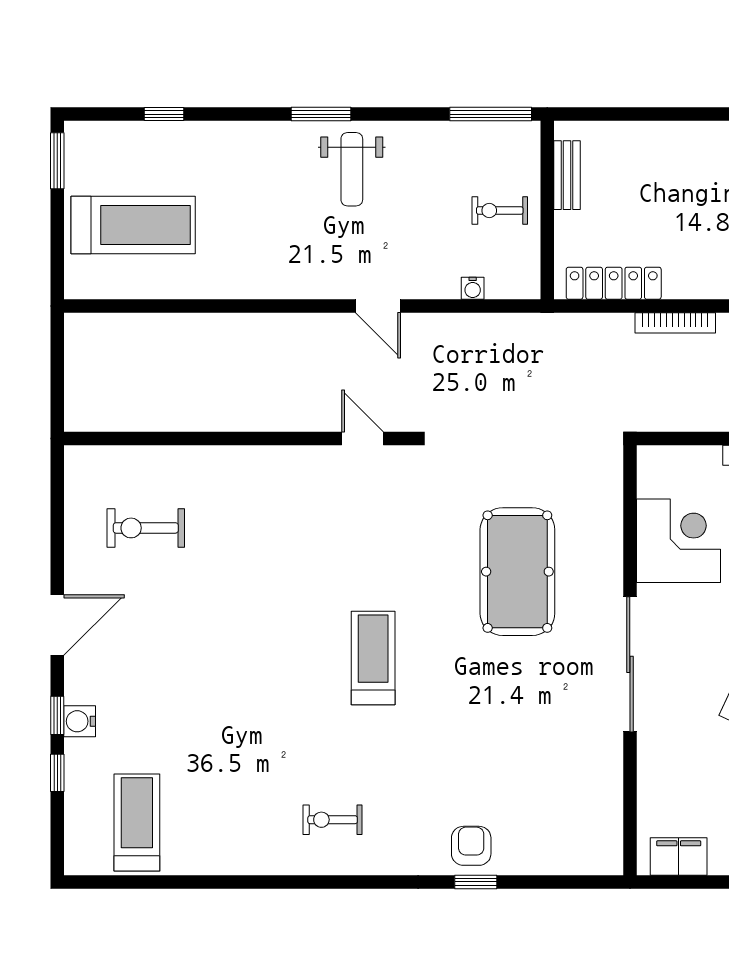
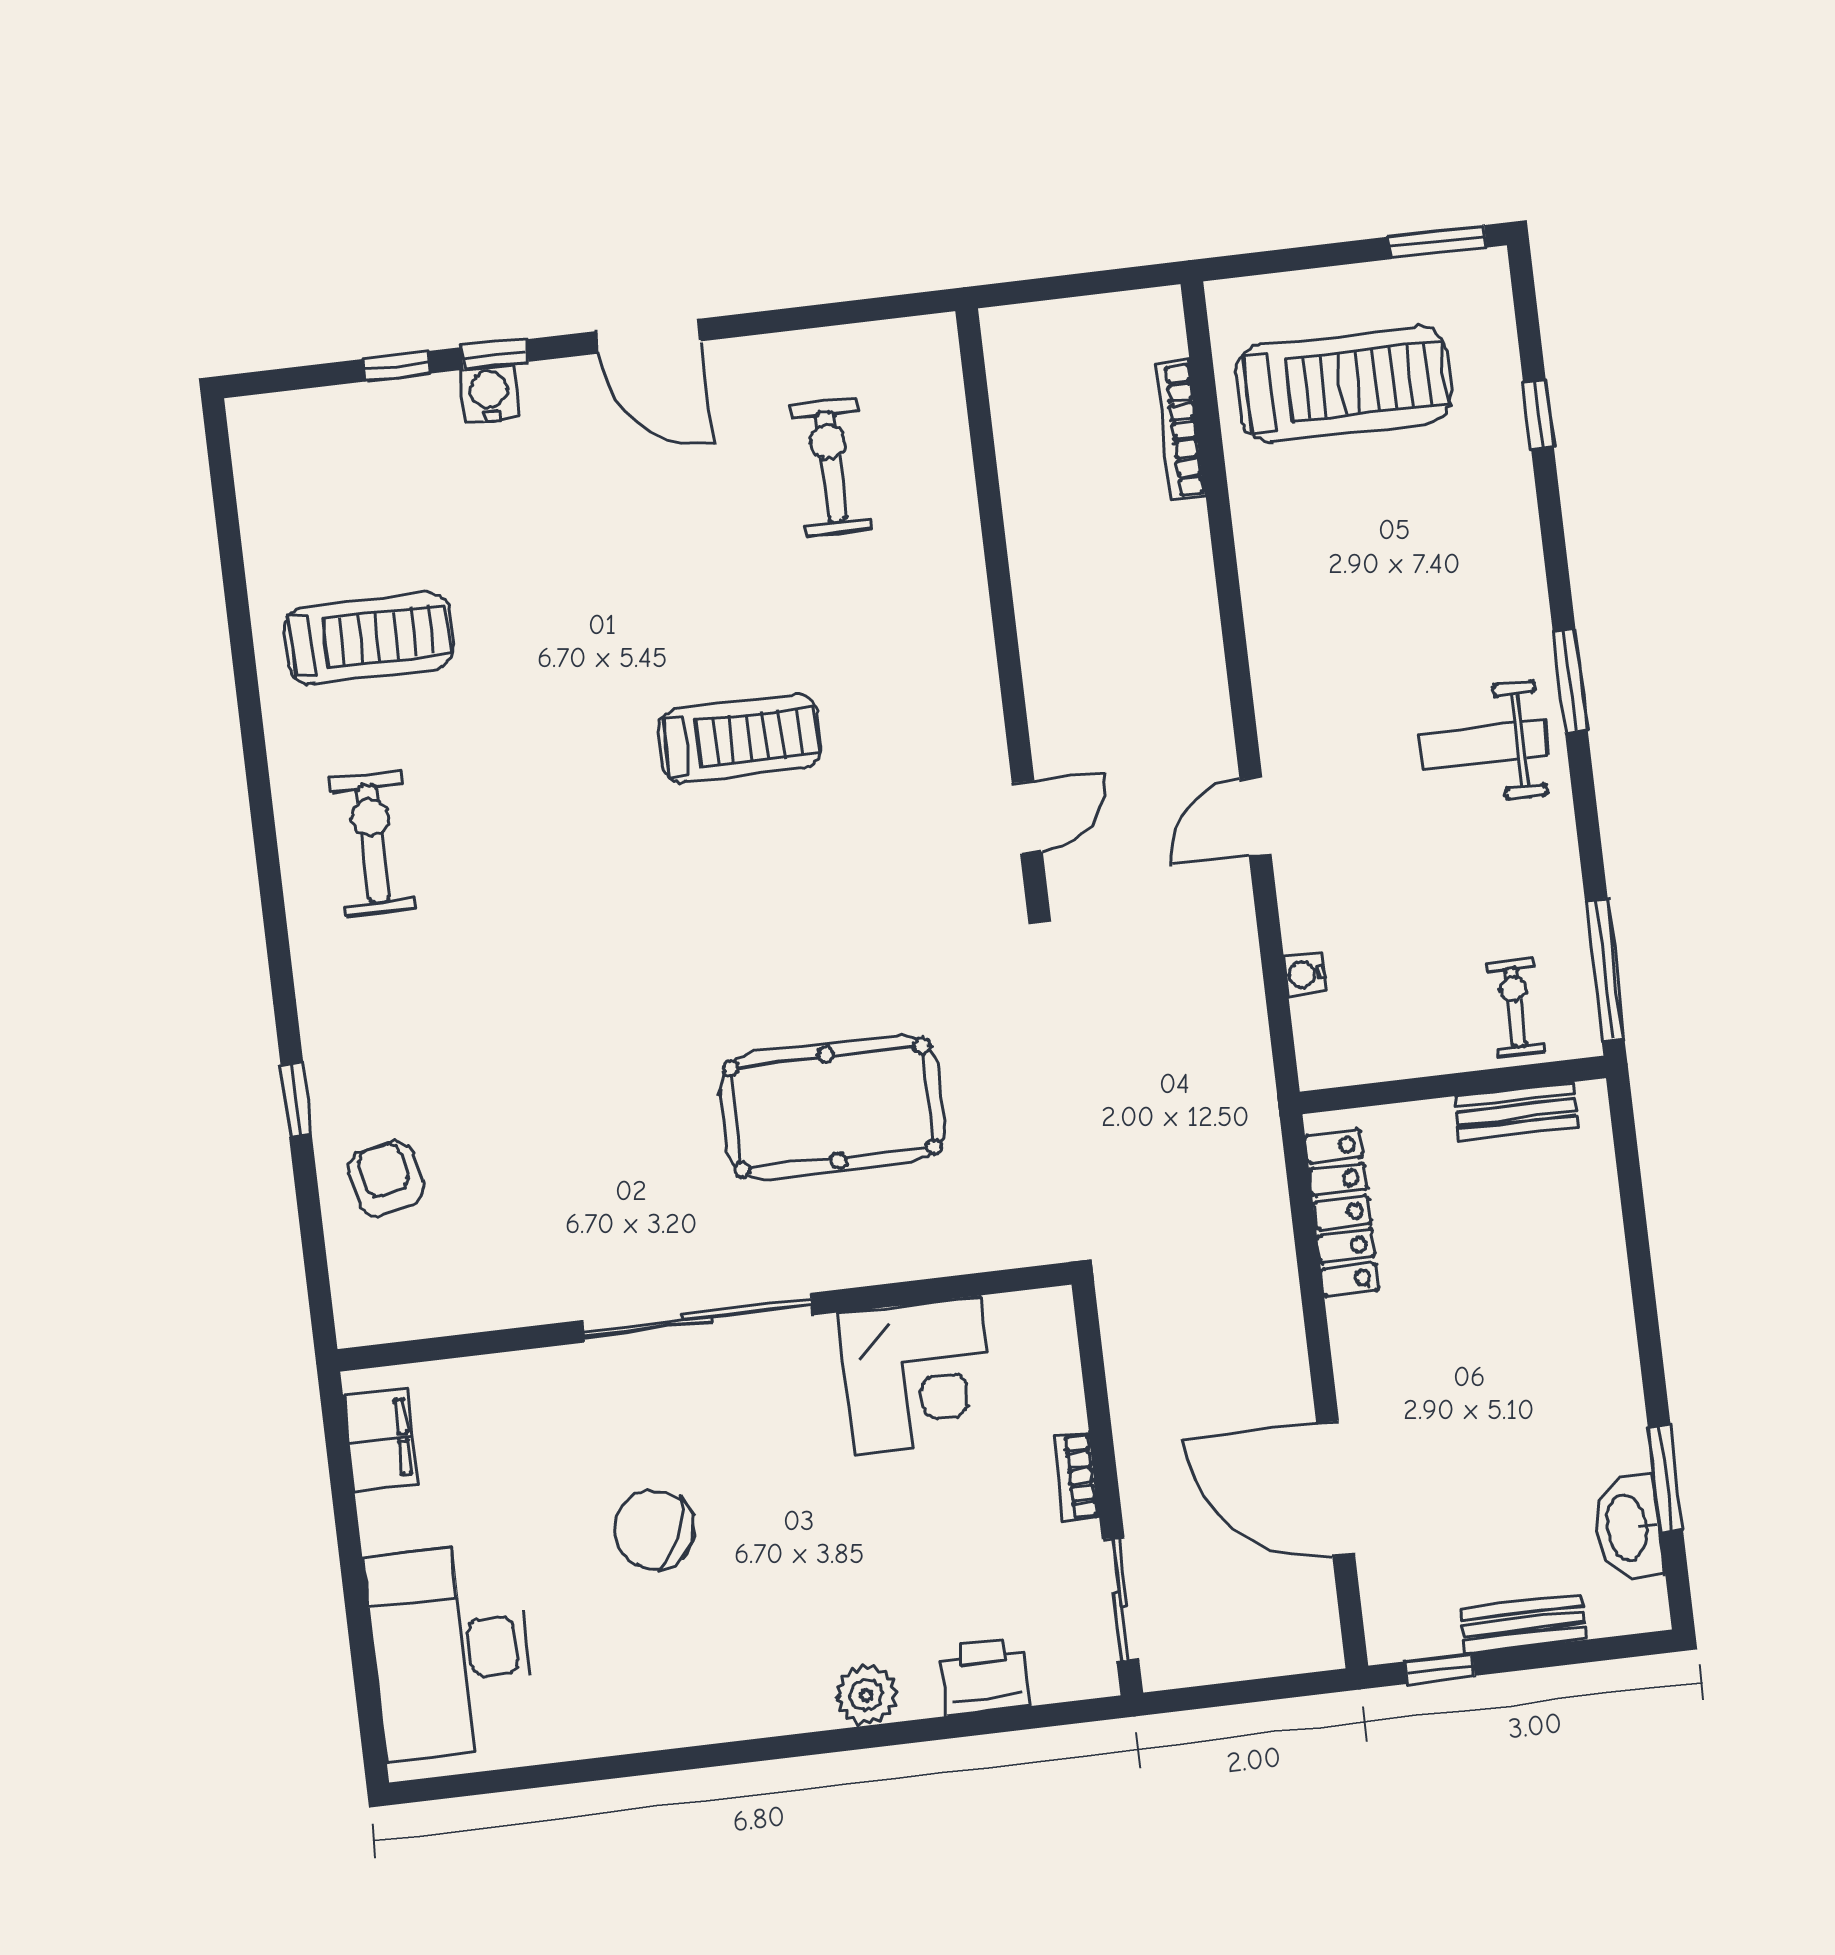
exercise bike: (500, 211) -> (1515, 1007), moved
treadmill: (133, 225) -> (1344, 384), turned -90
bookcase: (675, 323) -> (1180, 430), moved
treadmill: (373, 658) -> (740, 739), moved
exercise bike: (333, 820) -> (373, 844), width x1.38, depth x1.39
treadmill: (137, 822) -> (369, 638), moved
armchair: (471, 846) -> (386, 1178), moved, turned -102

